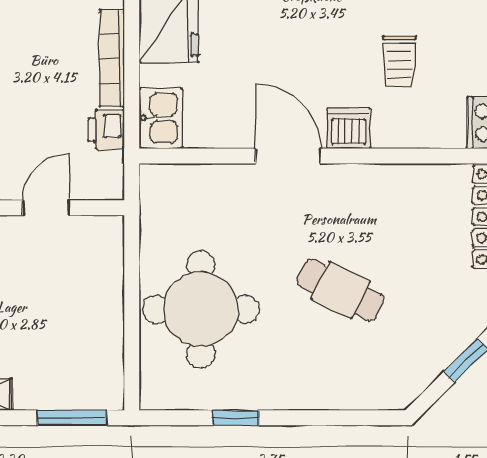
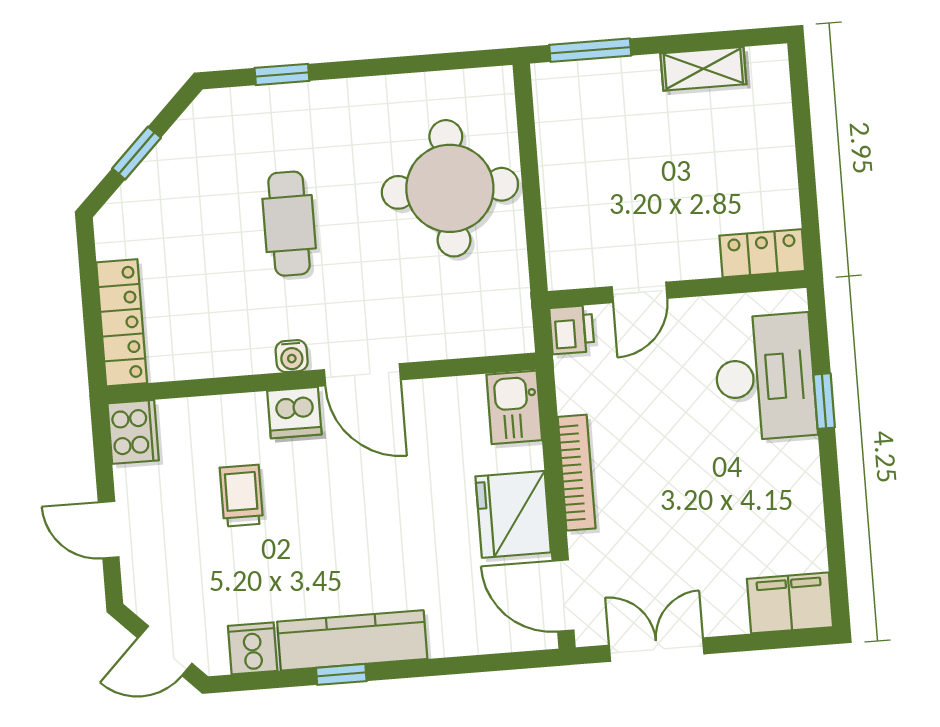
printer: (106, 130) -> (572, 330), moved
water cooler: (347, 177) -> (292, 356), added
cafe table: (341, 290) -> (289, 224), turned 63
window: (236, 418) -> (282, 74), moved

